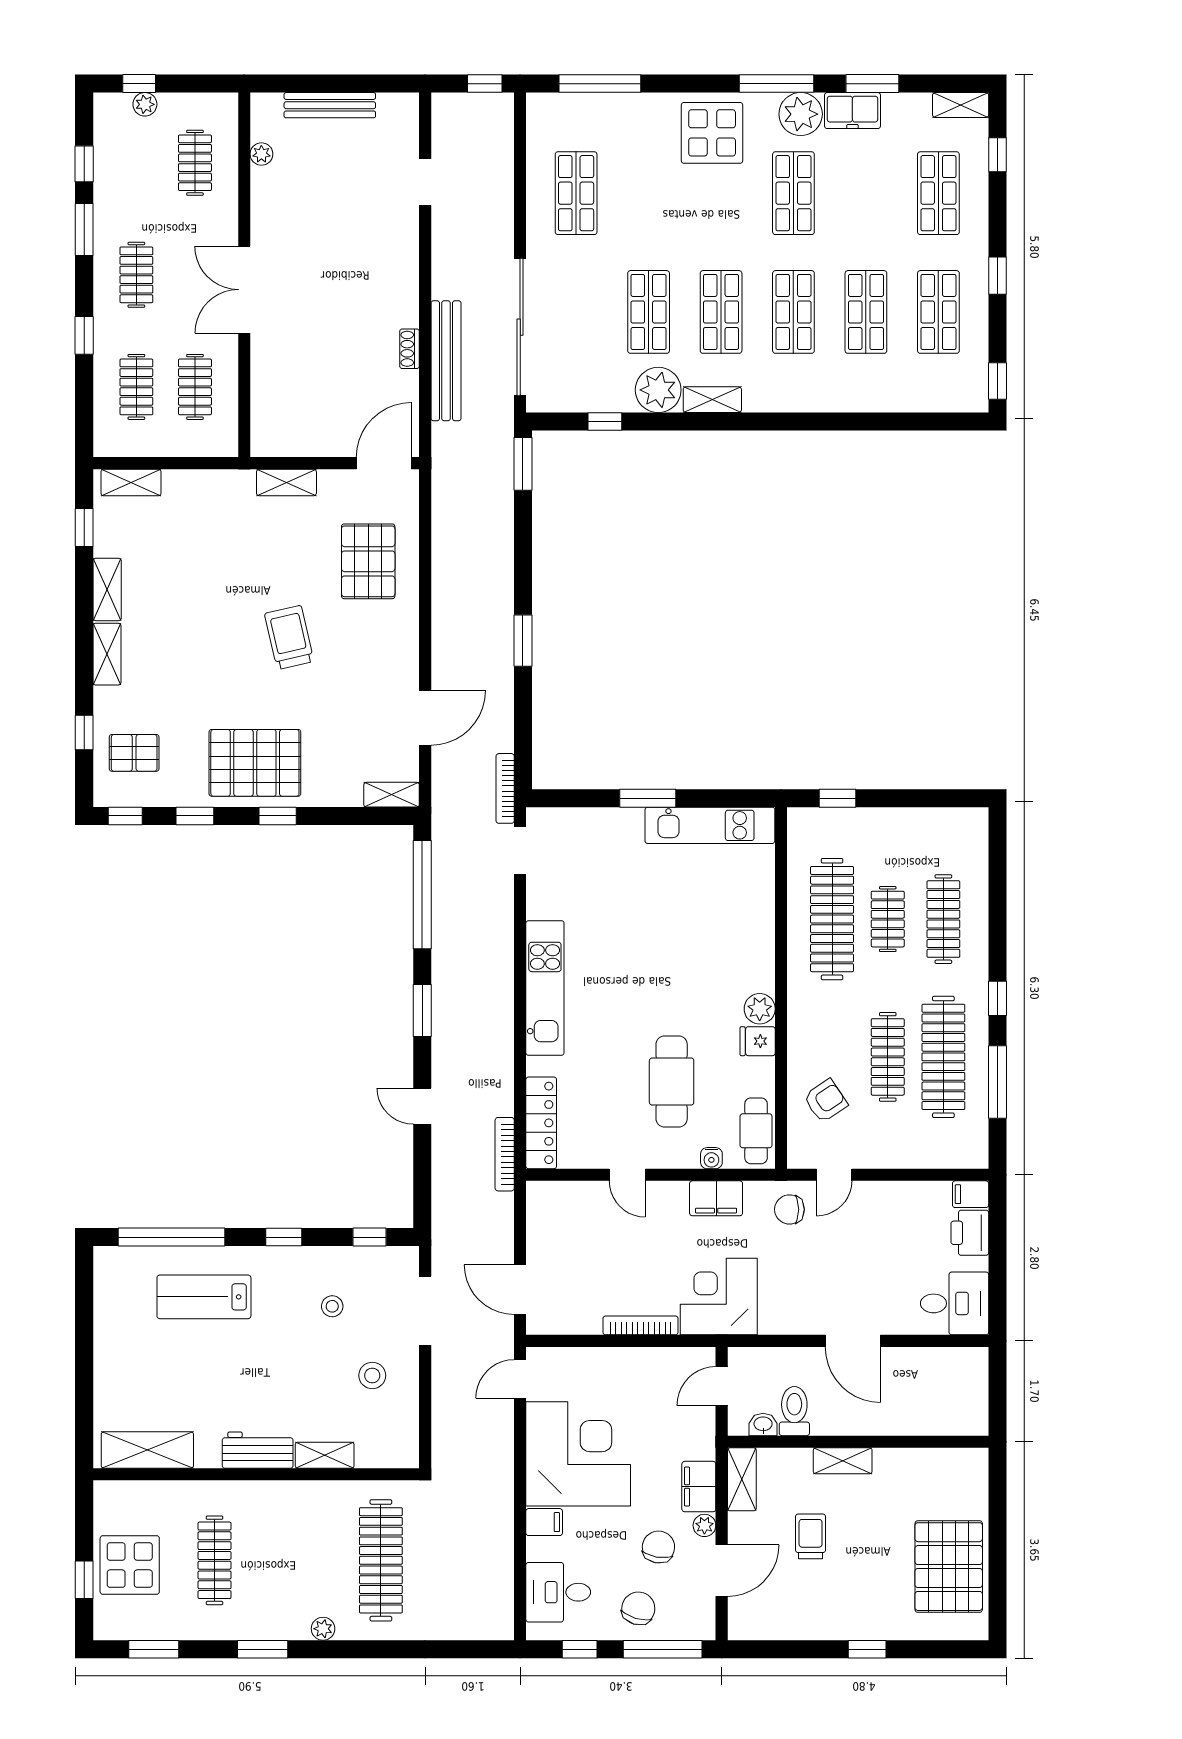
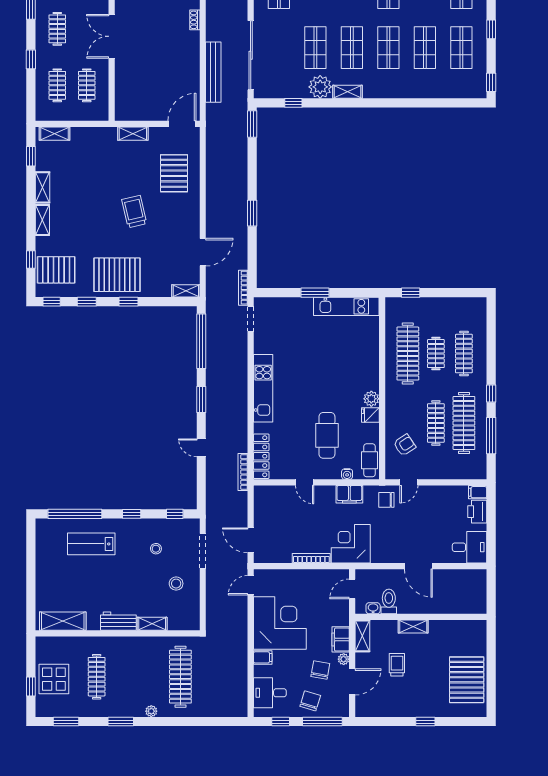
shoe rack: (409, 349) -> (195, 20), moved
pallet: (134, 753) -> (56, 270), width x1.50, depth x1.42

